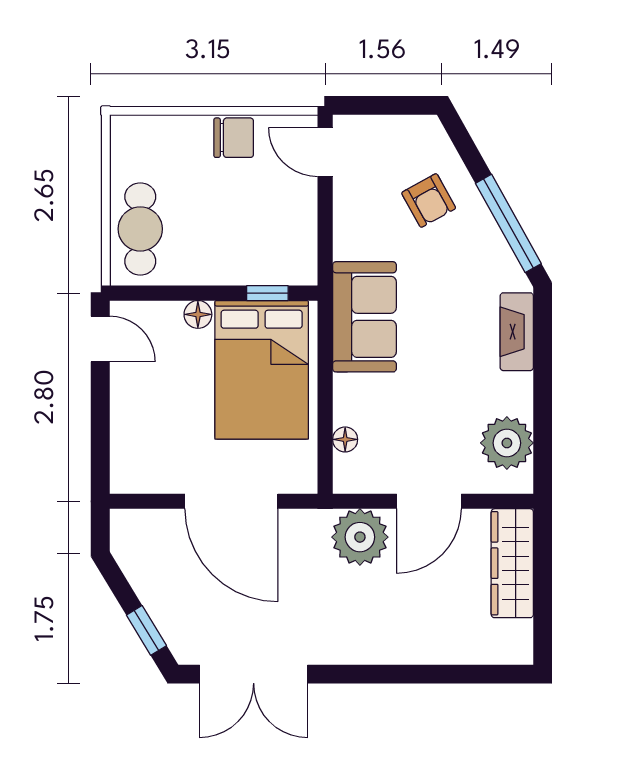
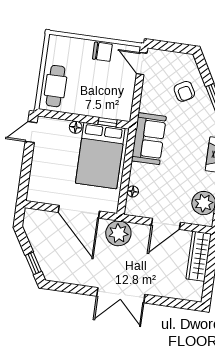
door: (100, 339) -> (31, 132), swing flipped
plant: (360, 537) -> (118, 233), moved
double door: (254, 674) -> (121, 295), moved

